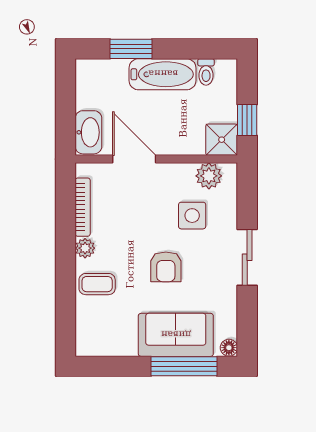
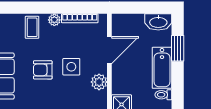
washbasin: (88, 132) -> (158, 22), moved
plant: (209, 176) -> (99, 82), moved
side table: (192, 216) -> (71, 67), moved

